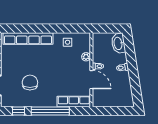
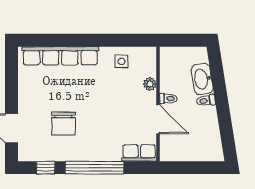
washbasin: (118, 43) -> (202, 79), moved
chair: (30, 83) -> (63, 124), turned 180
row of seats: (74, 102) -> (139, 153), width x0.68

